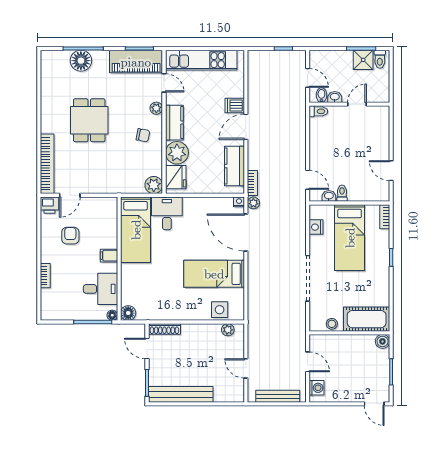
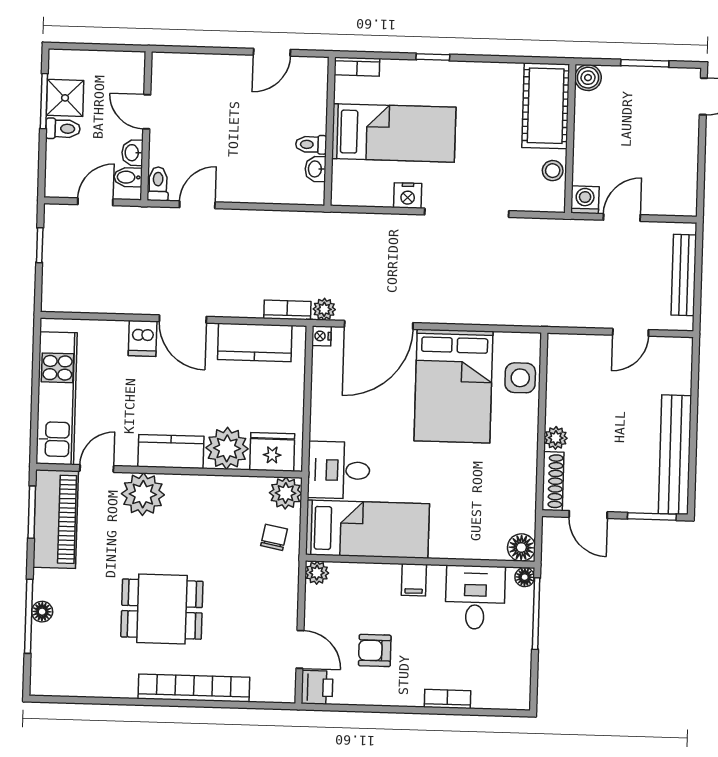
toilet: (380, 59) -> (63, 129), moved
floor lamp: (81, 61) -> (42, 612), width x0.53, depth x0.53
plant: (156, 108) -> (143, 494), width x1.88, depth x1.88
chair: (143, 135) -> (274, 537), moved
bookcase: (47, 164) -> (194, 688), moved
door: (308, 180) -> (197, 205), moved
plant: (111, 203) -> (317, 573), added
nightstand: (316, 227) -> (408, 196), moved
bed: (214, 274) -> (453, 386), width x1.50
plant: (228, 330) -> (556, 438), moved
door: (147, 348) -> (588, 515), hinge flipped
washing machine: (317, 388) -> (585, 200), moved

